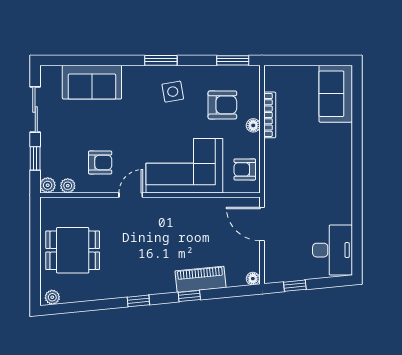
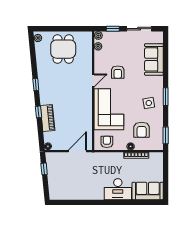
armchair: (100, 162) -> (118, 72), moved
door: (131, 195) -> (93, 80), hinge flipped
desk: (332, 250) -> (118, 189), moved

